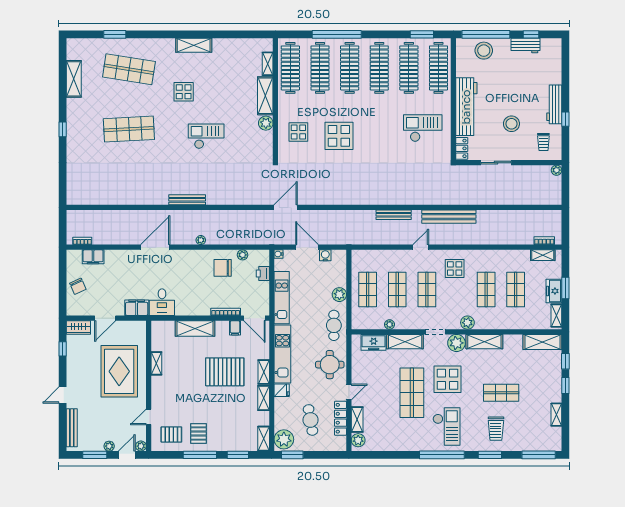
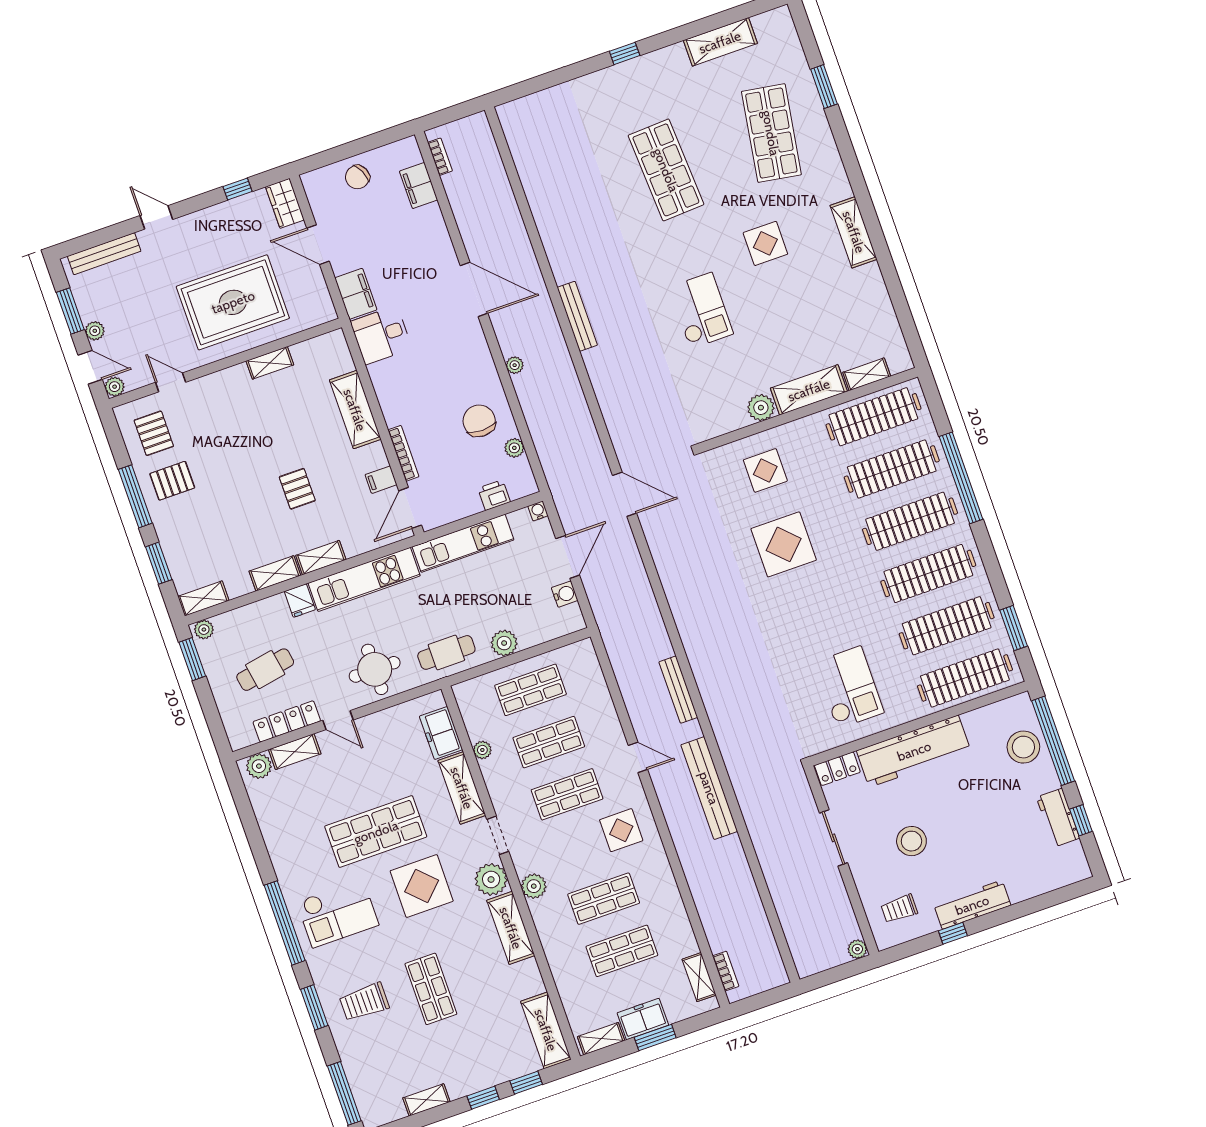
pallet: (225, 372) -> (297, 489), width x0.49, depth x0.50
plant: (284, 439) -> (204, 630), width x0.53, depth x0.53

